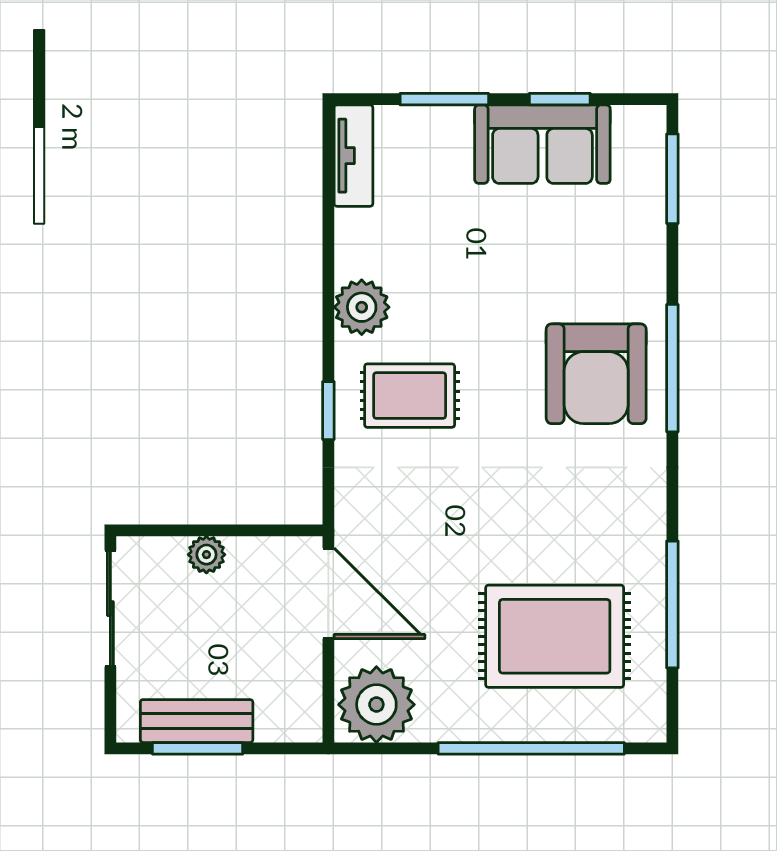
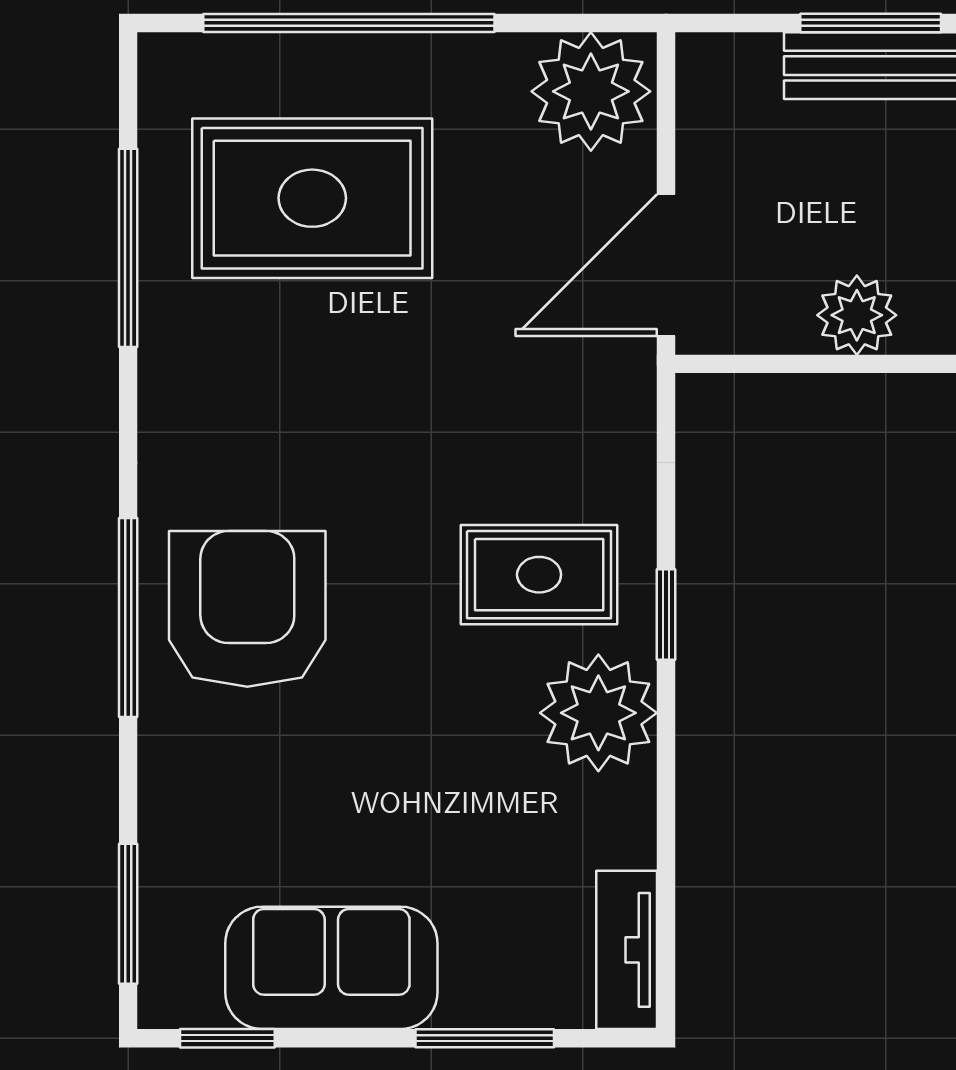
window: (560, 99) -> (227, 1038), moved
plant: (362, 307) -> (598, 713), width x1.36, depth x1.36
window: (328, 411) -> (666, 614), moved
plant: (206, 555) -> (857, 315), width x1.38, depth x1.38
door: (328, 593) -> (666, 265), hinge flipped

